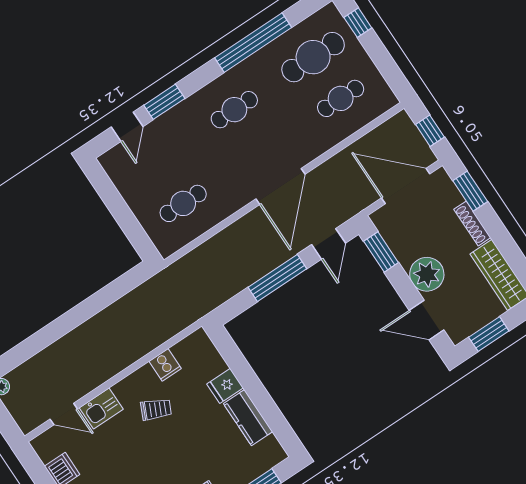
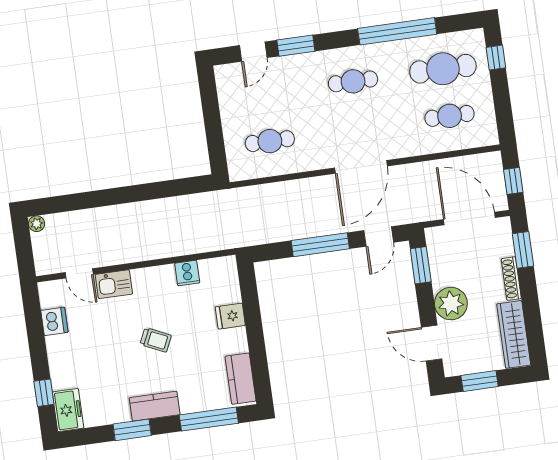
trolley: (156, 409) -> (156, 340), moved
kitchen counter: (248, 418) -> (241, 379), moved

